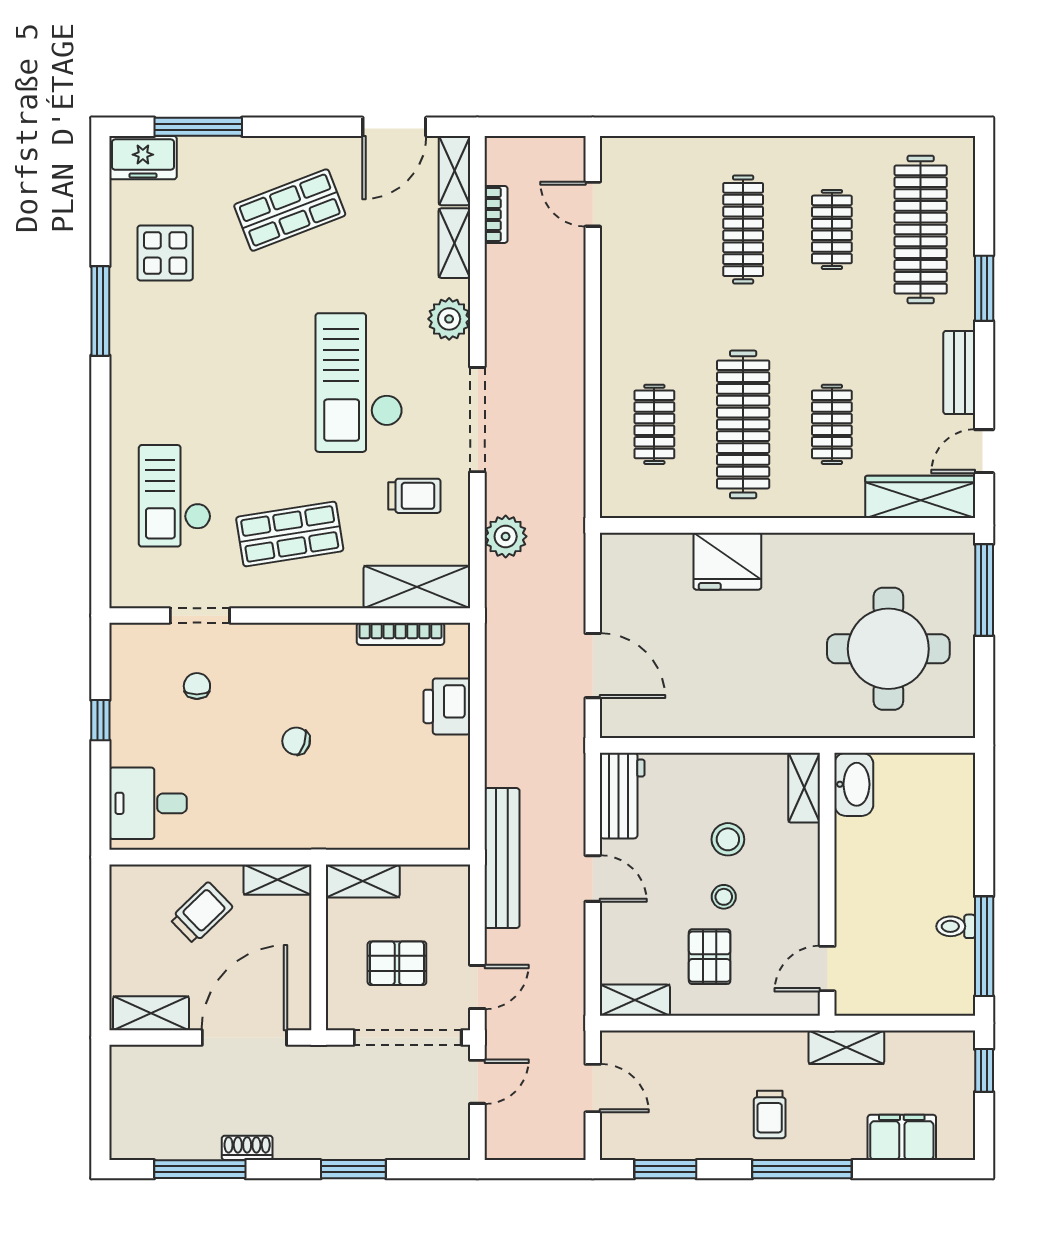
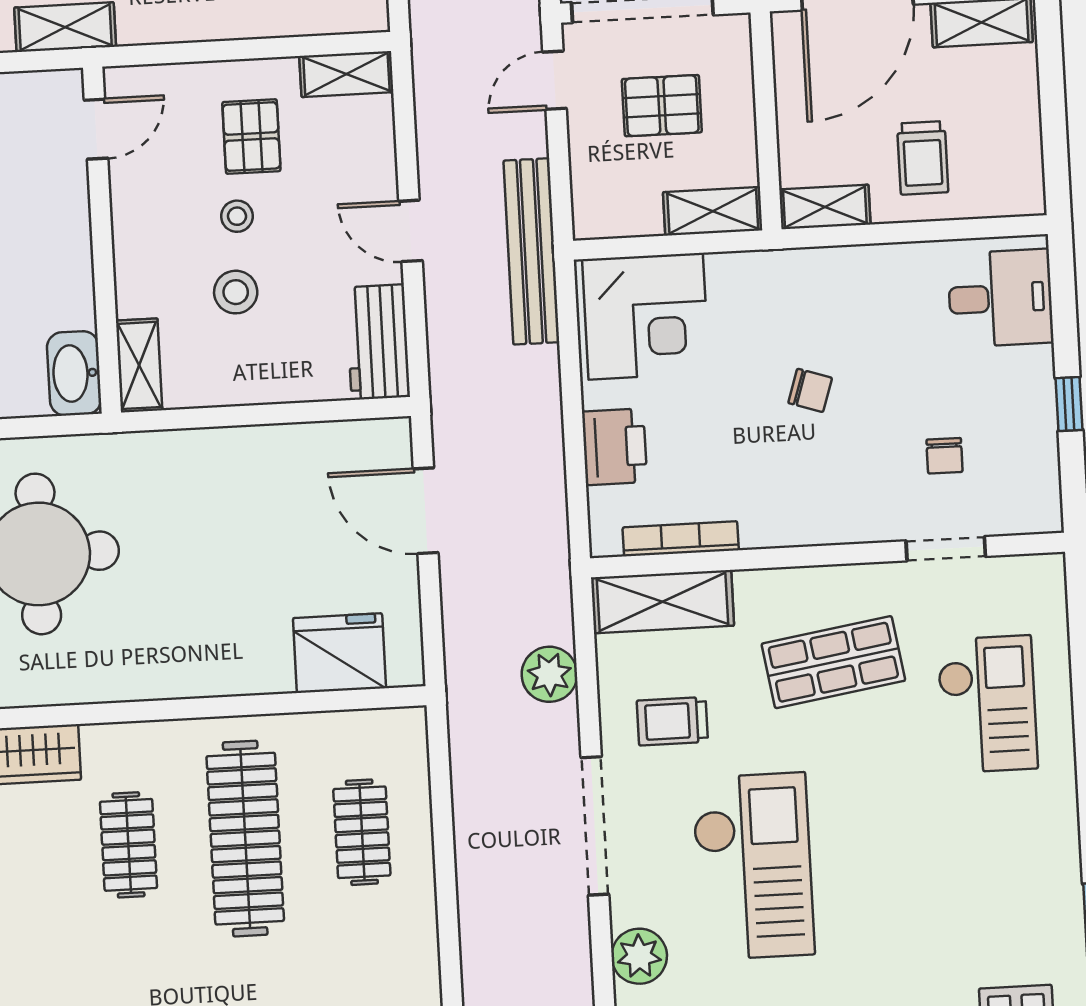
fridge: (727, 561) -> (339, 653), moved
corner desk: (418, 804) -> (646, 316), added
trolley: (201, 913) -> (923, 158), turned -46

